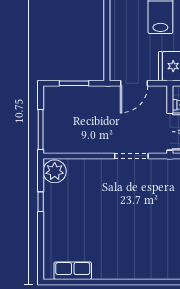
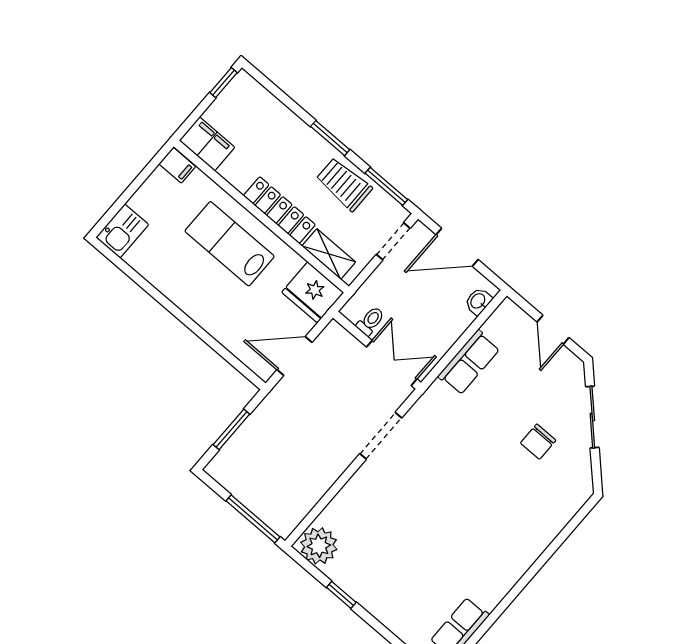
door: (134, 83) -> (295, 356), swing flipped

